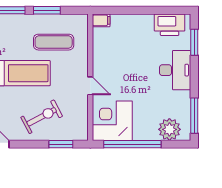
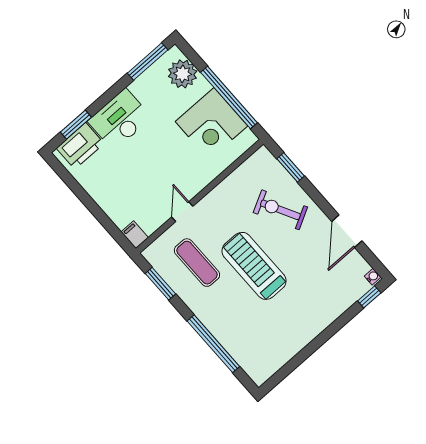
window: (47, 10) -> (160, 284), moved
printer: (170, 25) -> (80, 146), moved, turned 90
door: (90, 86) -> (182, 212), moved
corner desk: (112, 121) -> (212, 124), moved

